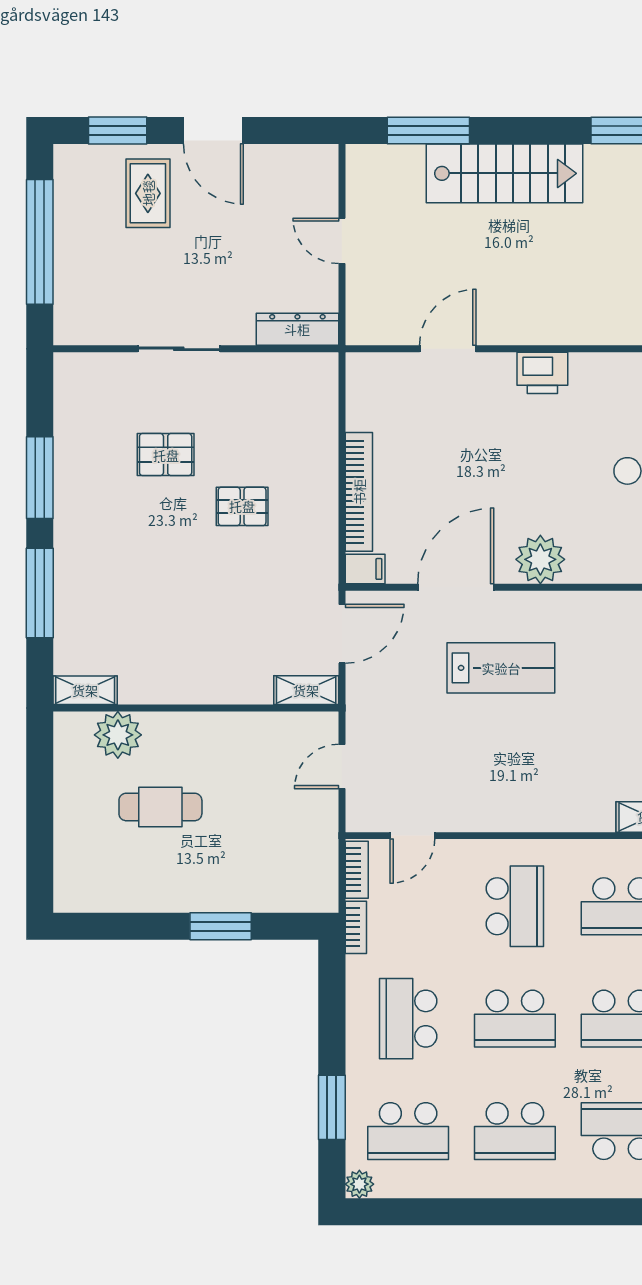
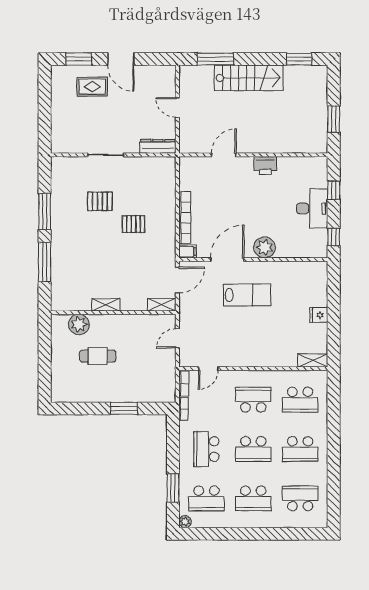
rug: (148, 193) -> (92, 87), turned 90
window: (40, 242) -> (45, 108), removed
shelving: (85, 690) -> (106, 305), moved
school desk: (515, 906) -> (253, 400), turned -90

